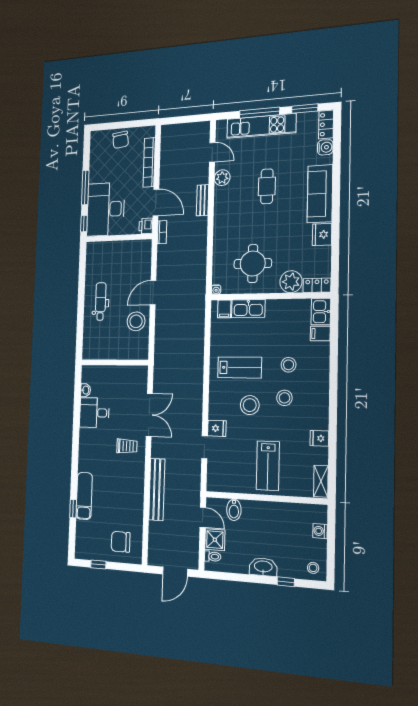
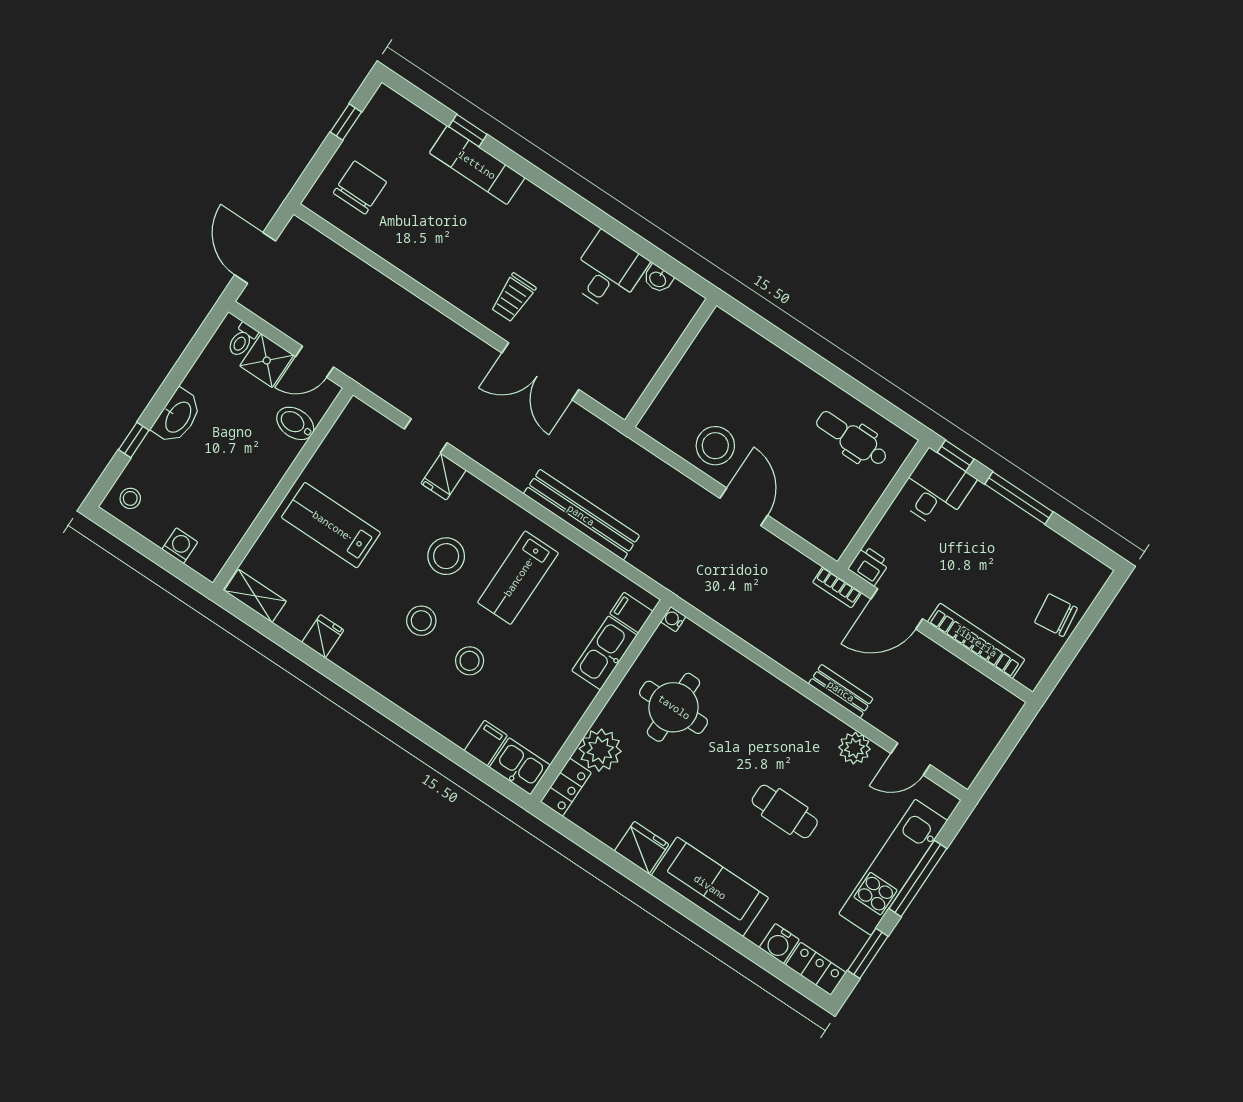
desk: (106, 209) -> (936, 489), width x0.53, depth x0.77
dental chair: (101, 301) -> (852, 439), moved, turned 180
bench: (157, 489) -> (581, 515), moved

